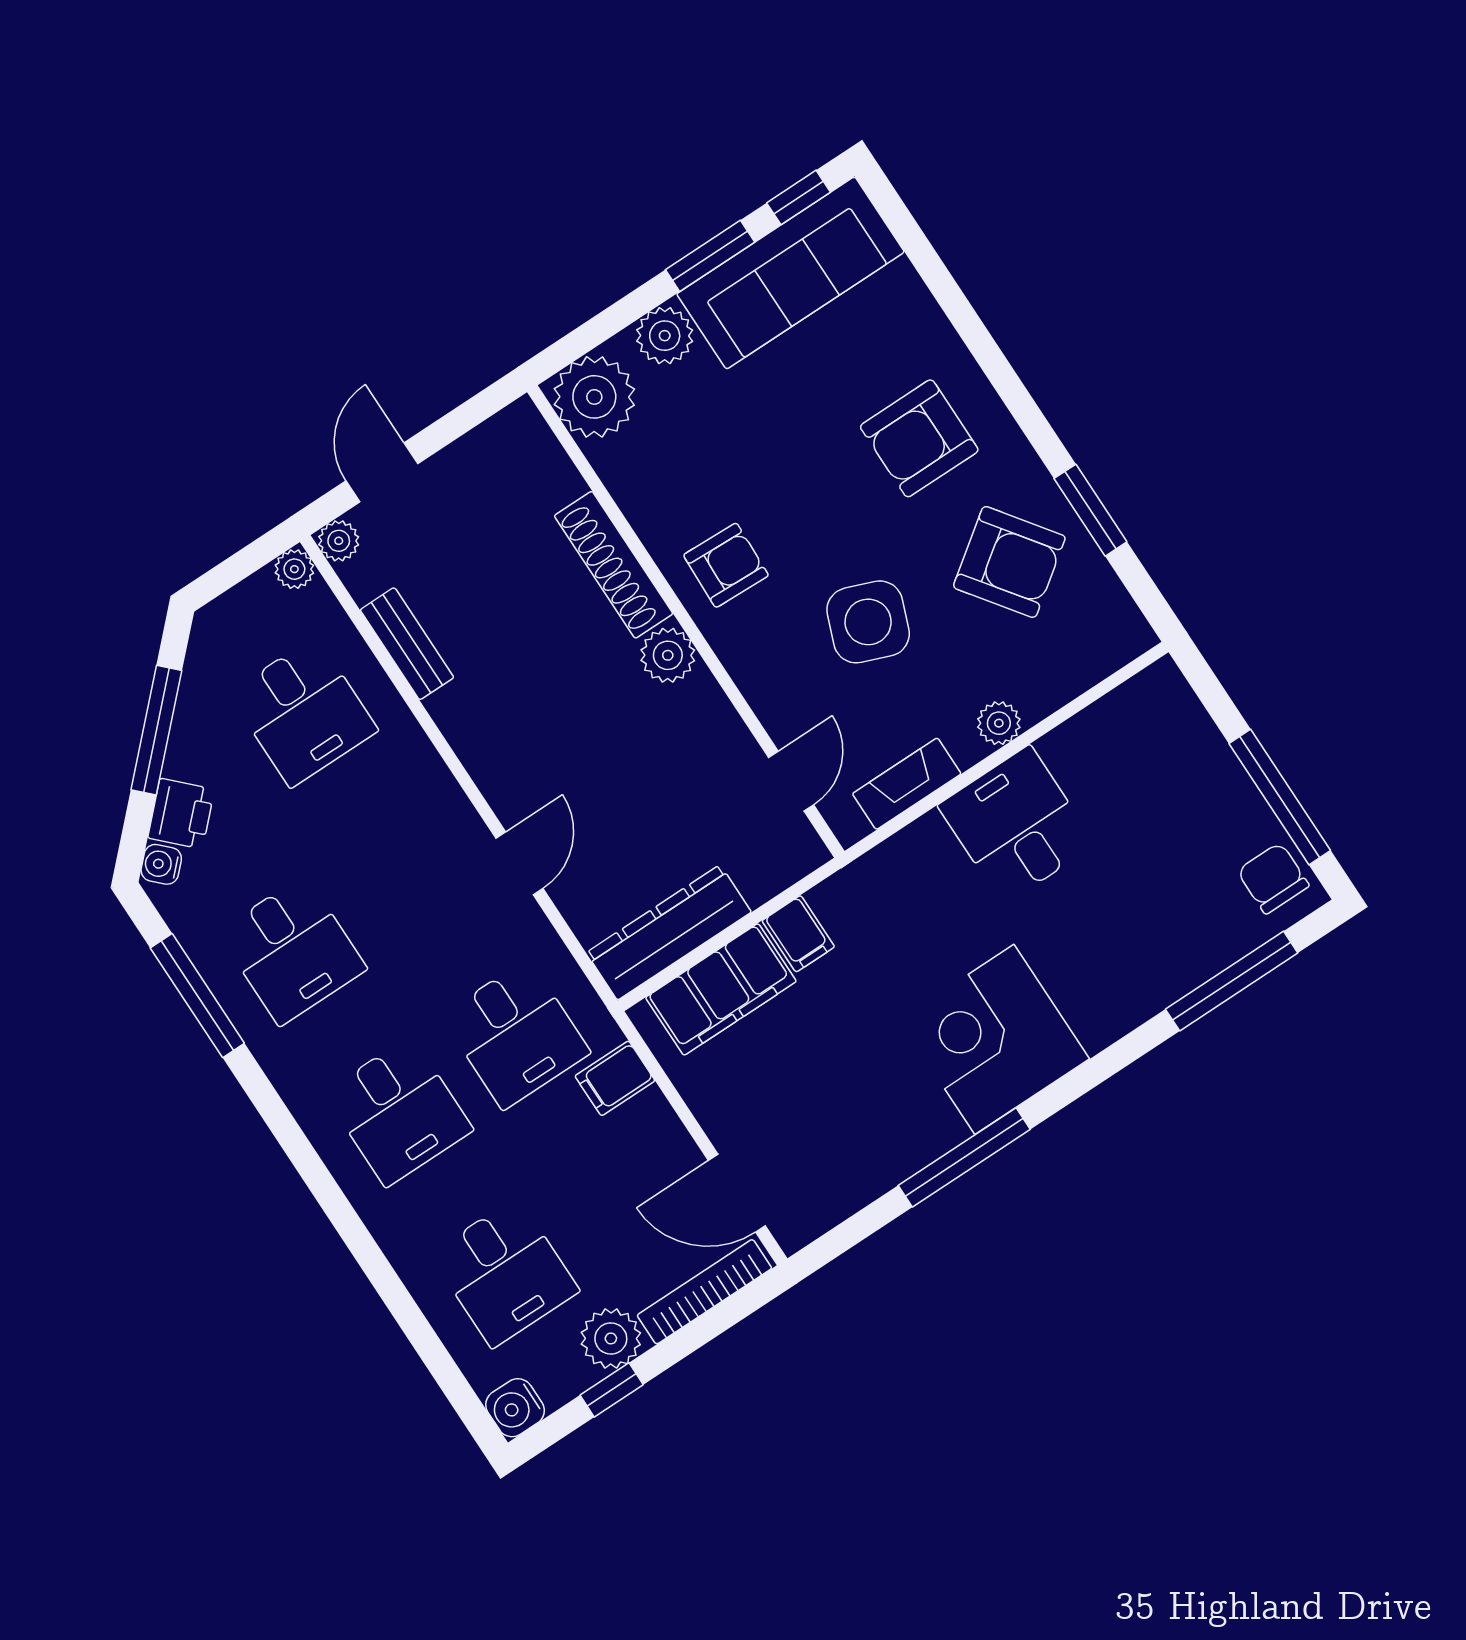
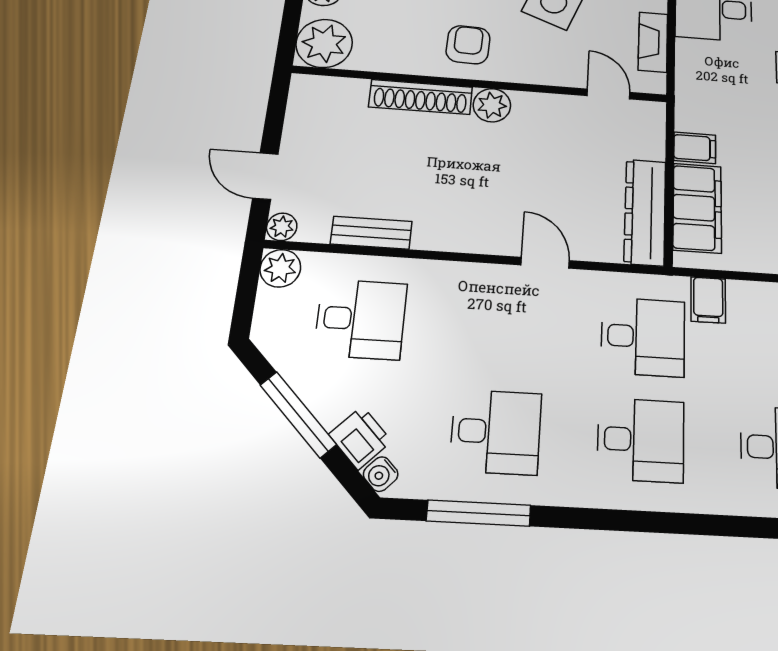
plant: (294, 569) -> (280, 268), width x1.38, depth x1.38

